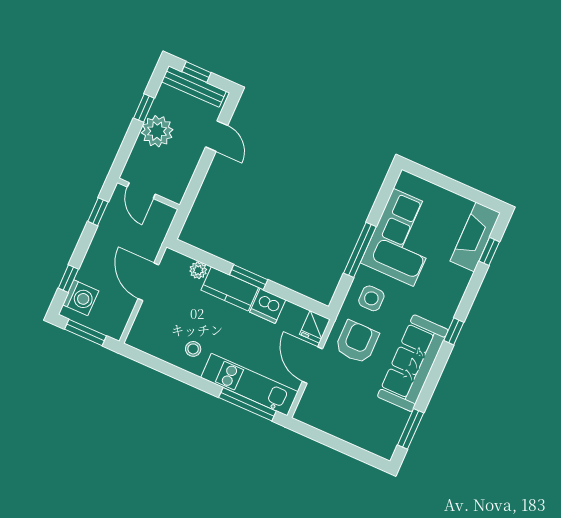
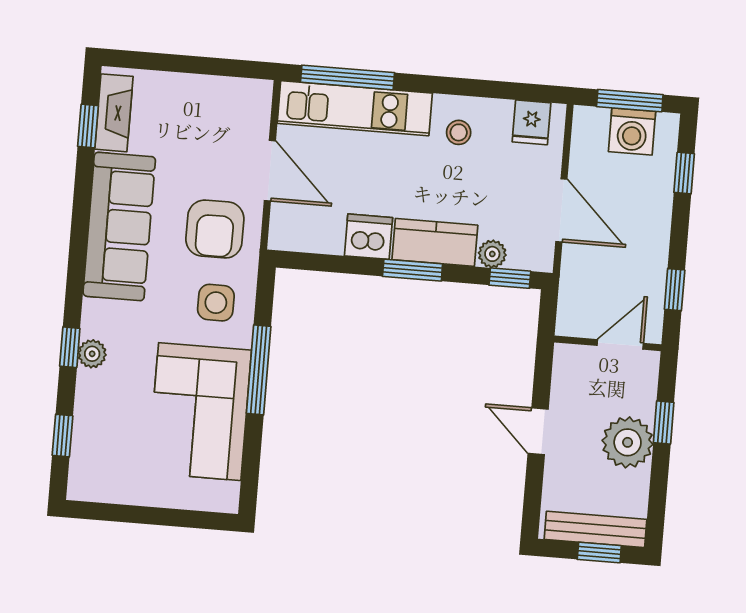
window: (144, 108) -> (664, 422), moved
door: (217, 136) -> (538, 431), moved
door: (141, 191) -> (620, 344), hinge flipped
fireplace: (475, 237) -> (114, 113), moved, width x0.73, depth x0.76
window: (193, 252) -> (510, 278), added
plant: (455, 294) -> (92, 354), added
washing machine: (81, 298) -> (632, 132), moved, turned -90
fridge: (315, 327) -> (531, 122), moved, turned 180
window: (454, 331) -> (70, 347), moved
window: (411, 429) -> (88, 126), width x0.67

